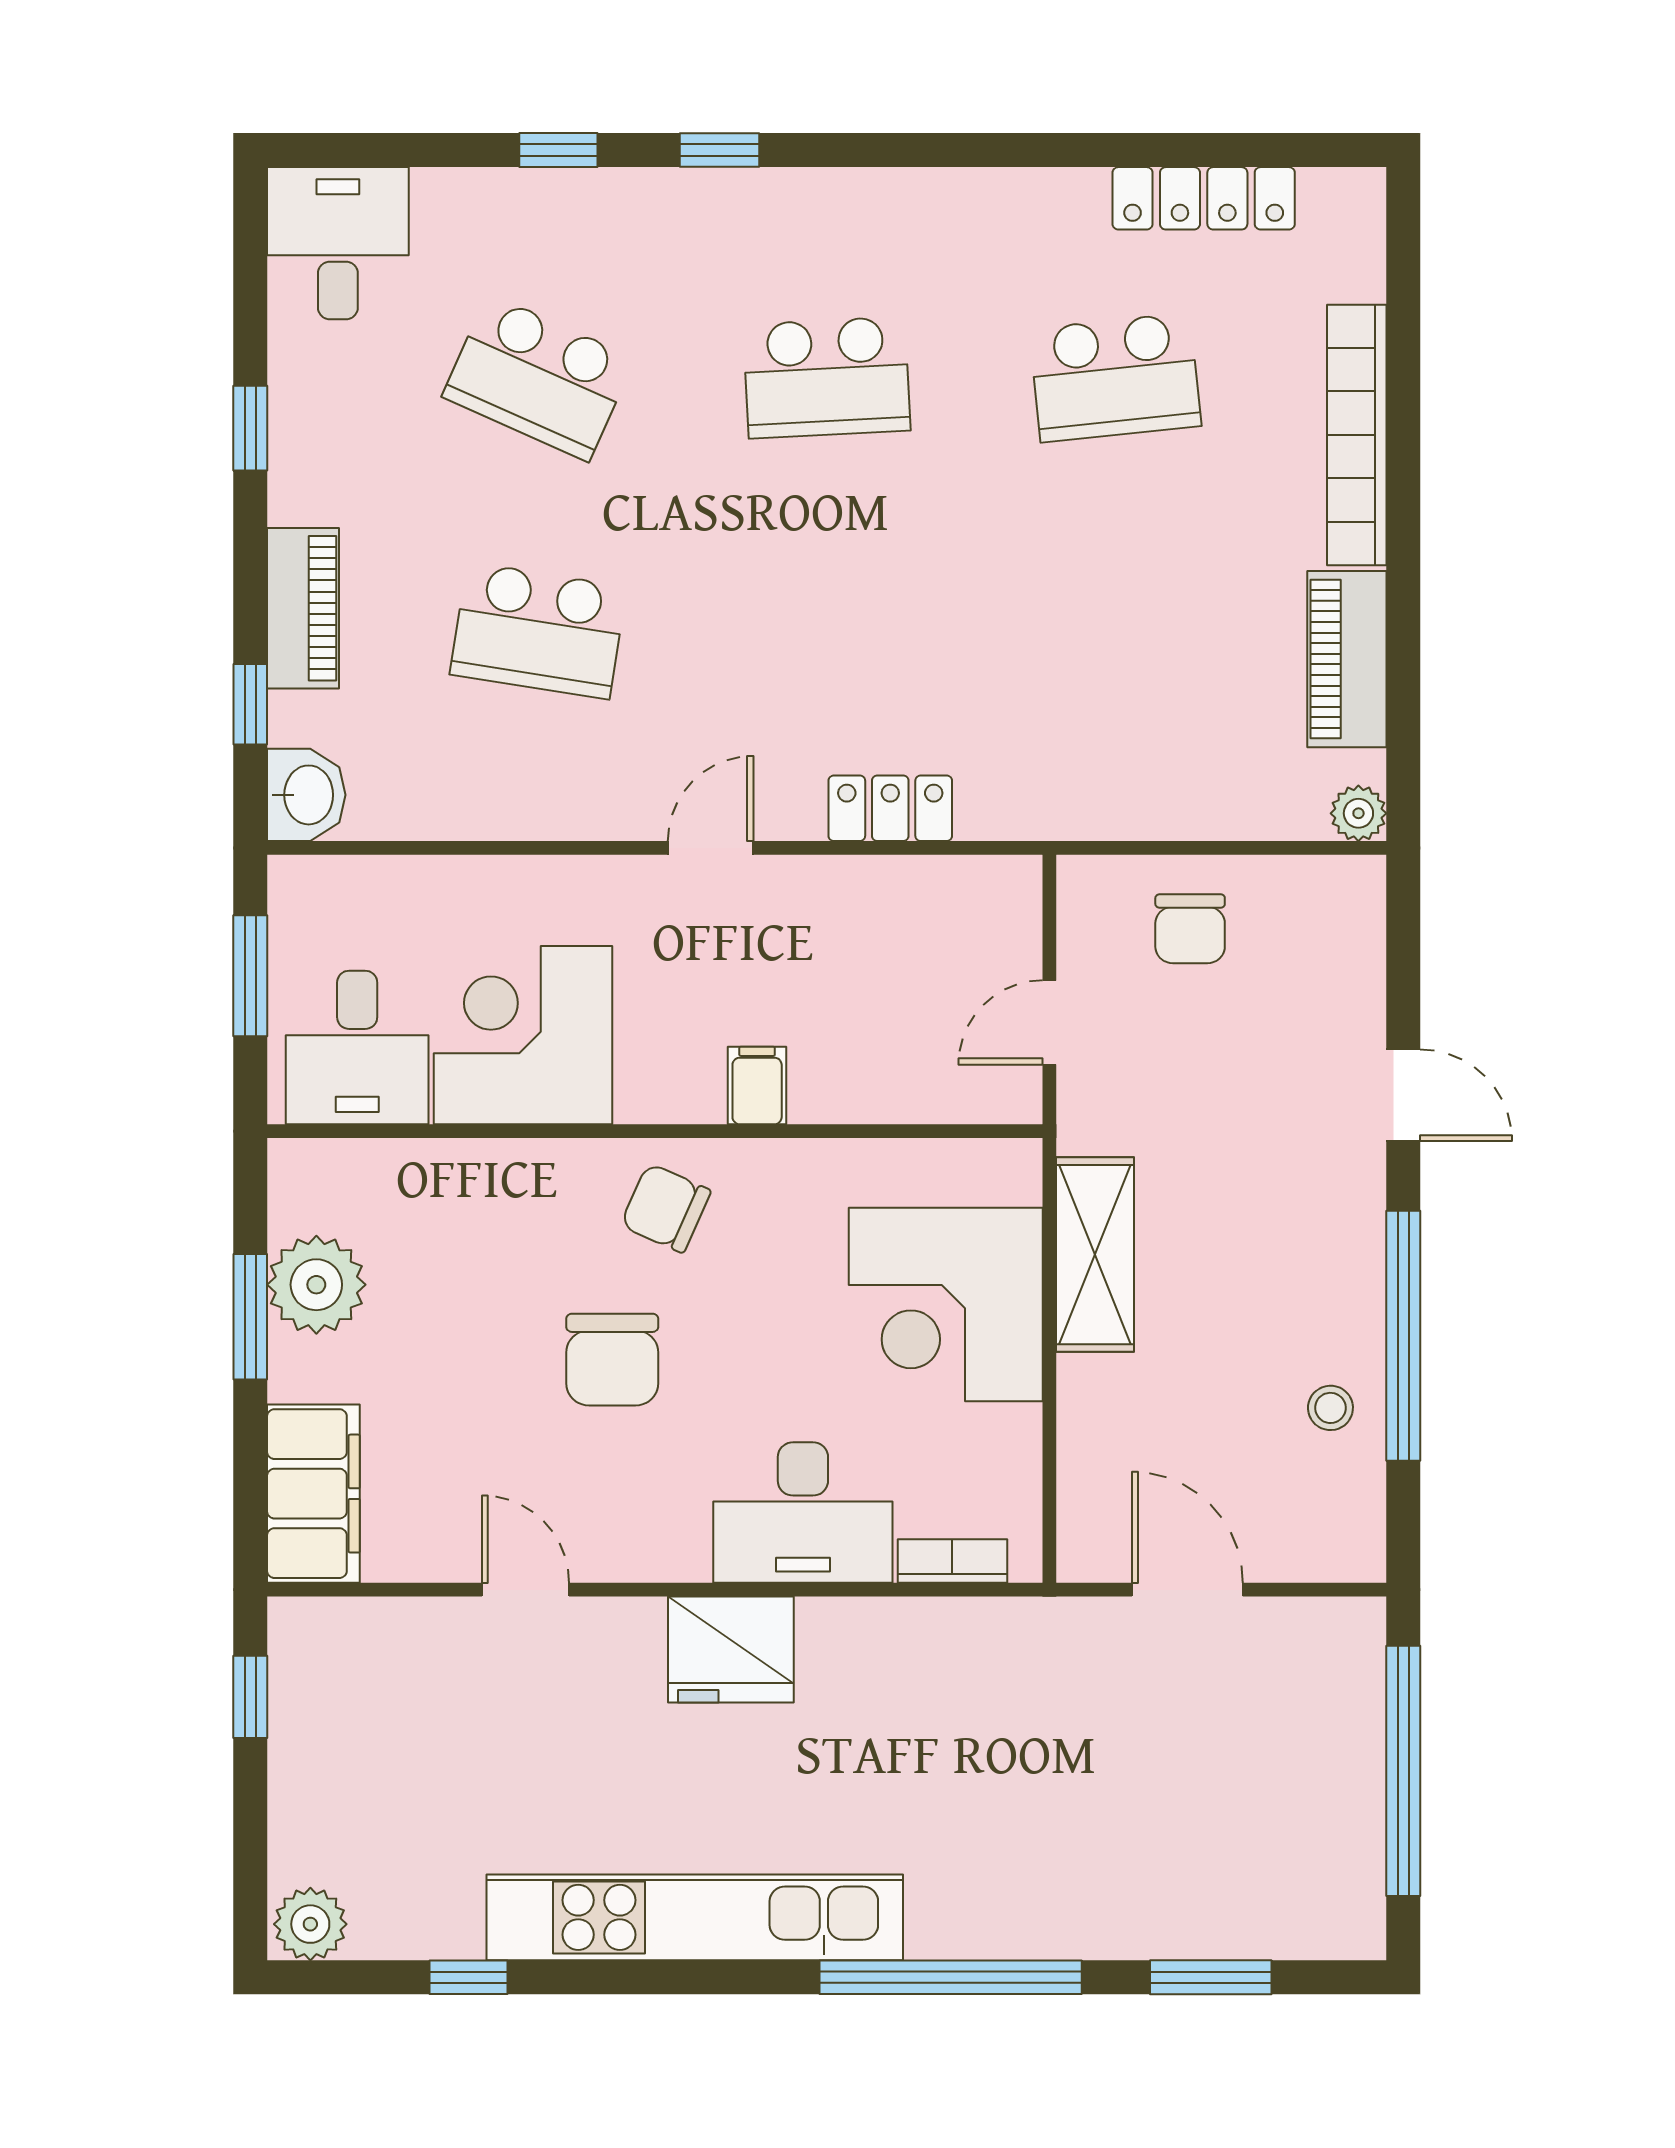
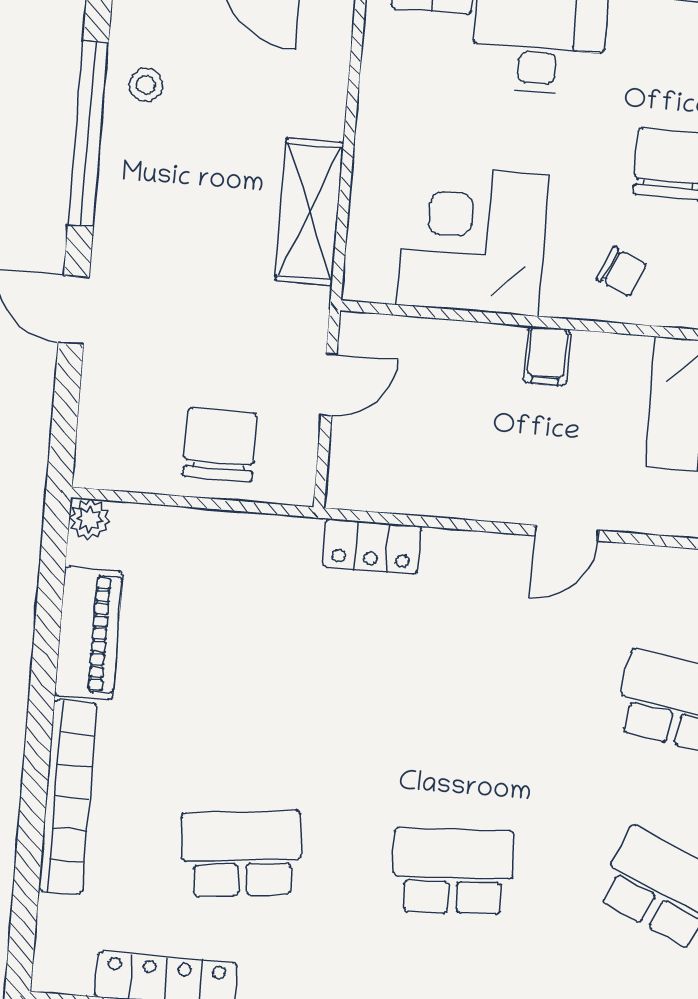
locker: (890, 808) -> (372, 546), moved
chair: (1190, 929) -> (220, 445), width x1.37, depth x1.37
chair: (666, 1208) -> (621, 272), width x0.73, depth x0.73
corner desk: (946, 1304) -> (473, 240), moved, turned -90

